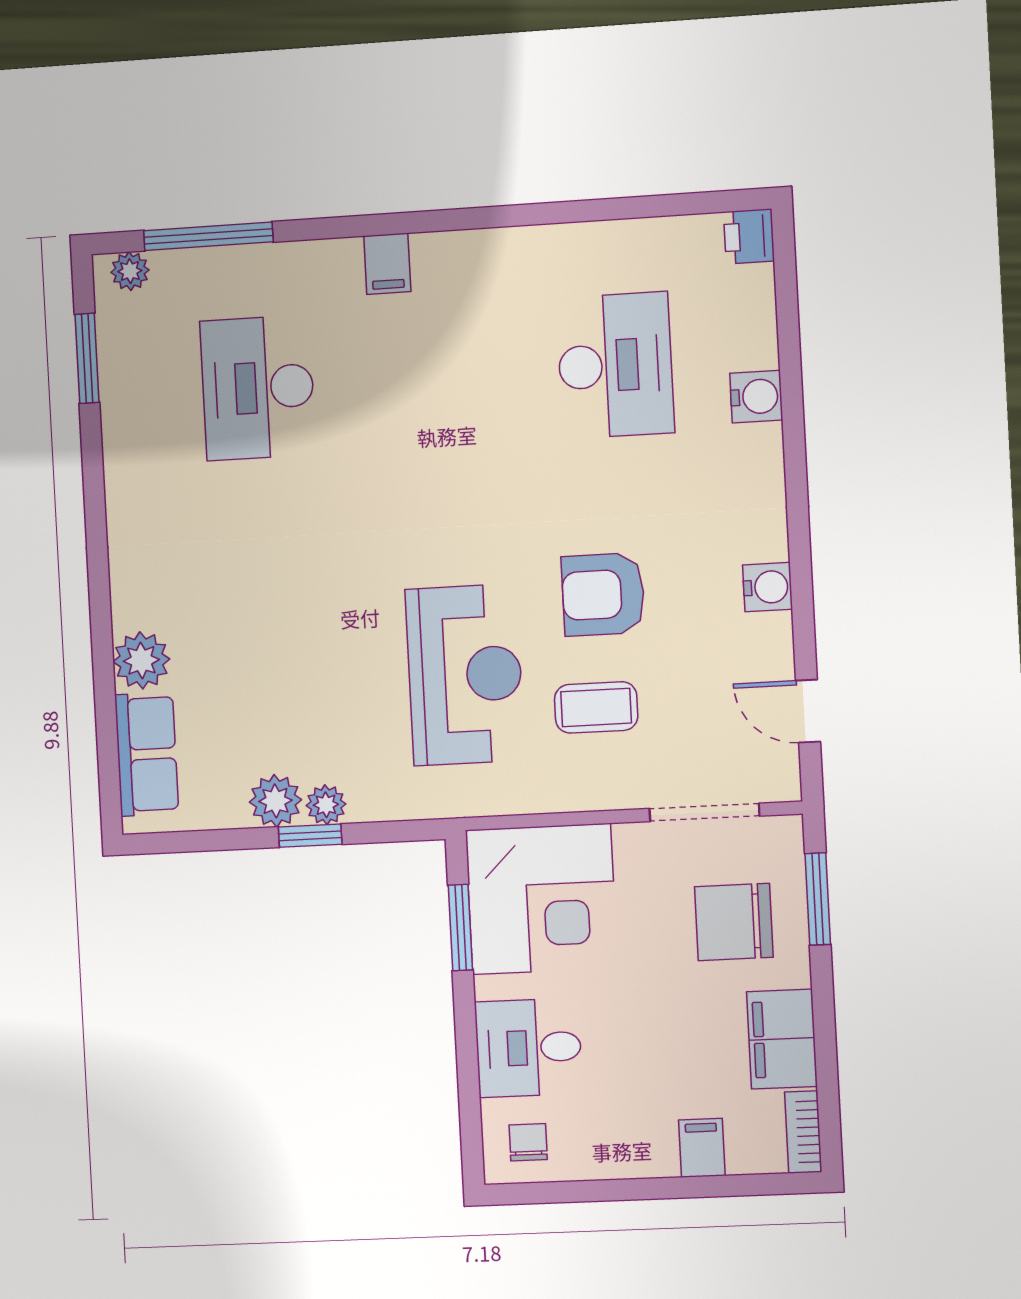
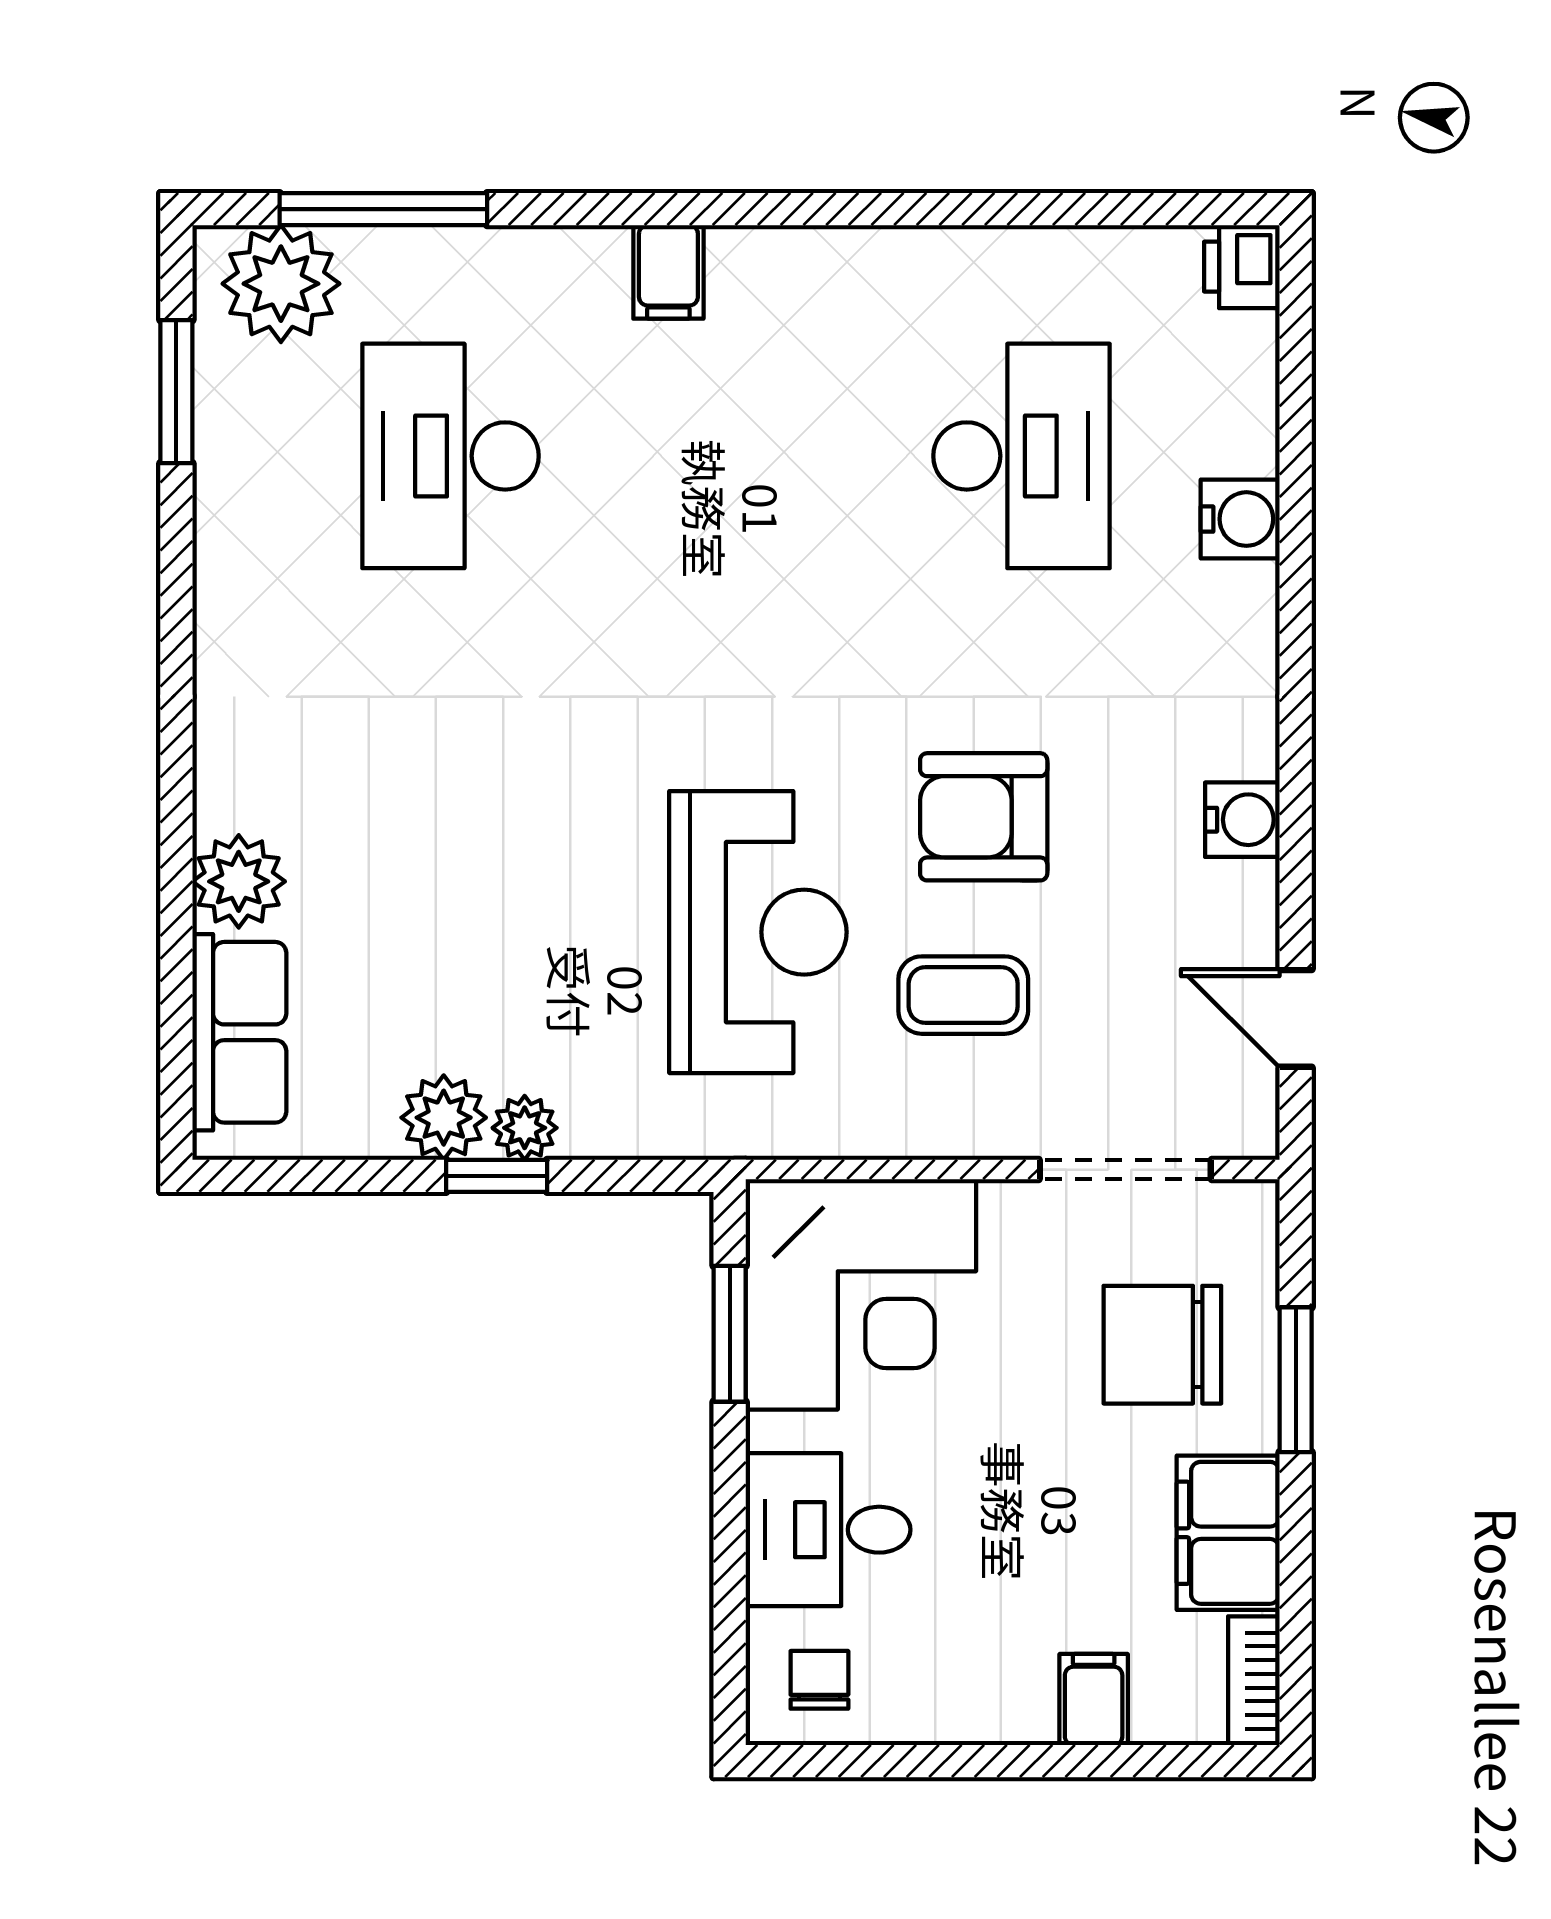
plant: (130, 271) -> (281, 284), width x1.88, depth x1.88
window: (818, 899) -> (1296, 1380), moved

